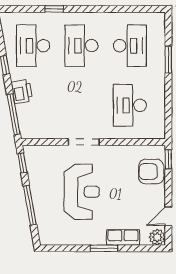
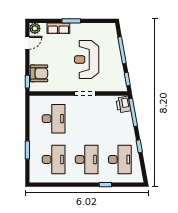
desk: (130, 46) -> (54, 159), turned 180
printer: (22, 91) -> (123, 104), moved

